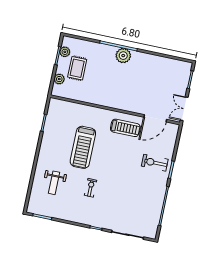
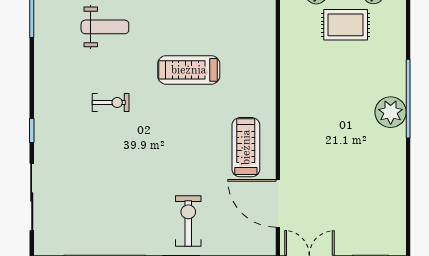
treadmill: (125, 128) -> (246, 147), turned 180
treadmill: (83, 147) -> (189, 70), width x0.73, depth x0.73
weight bench: (54, 183) -> (105, 27), turned 180

